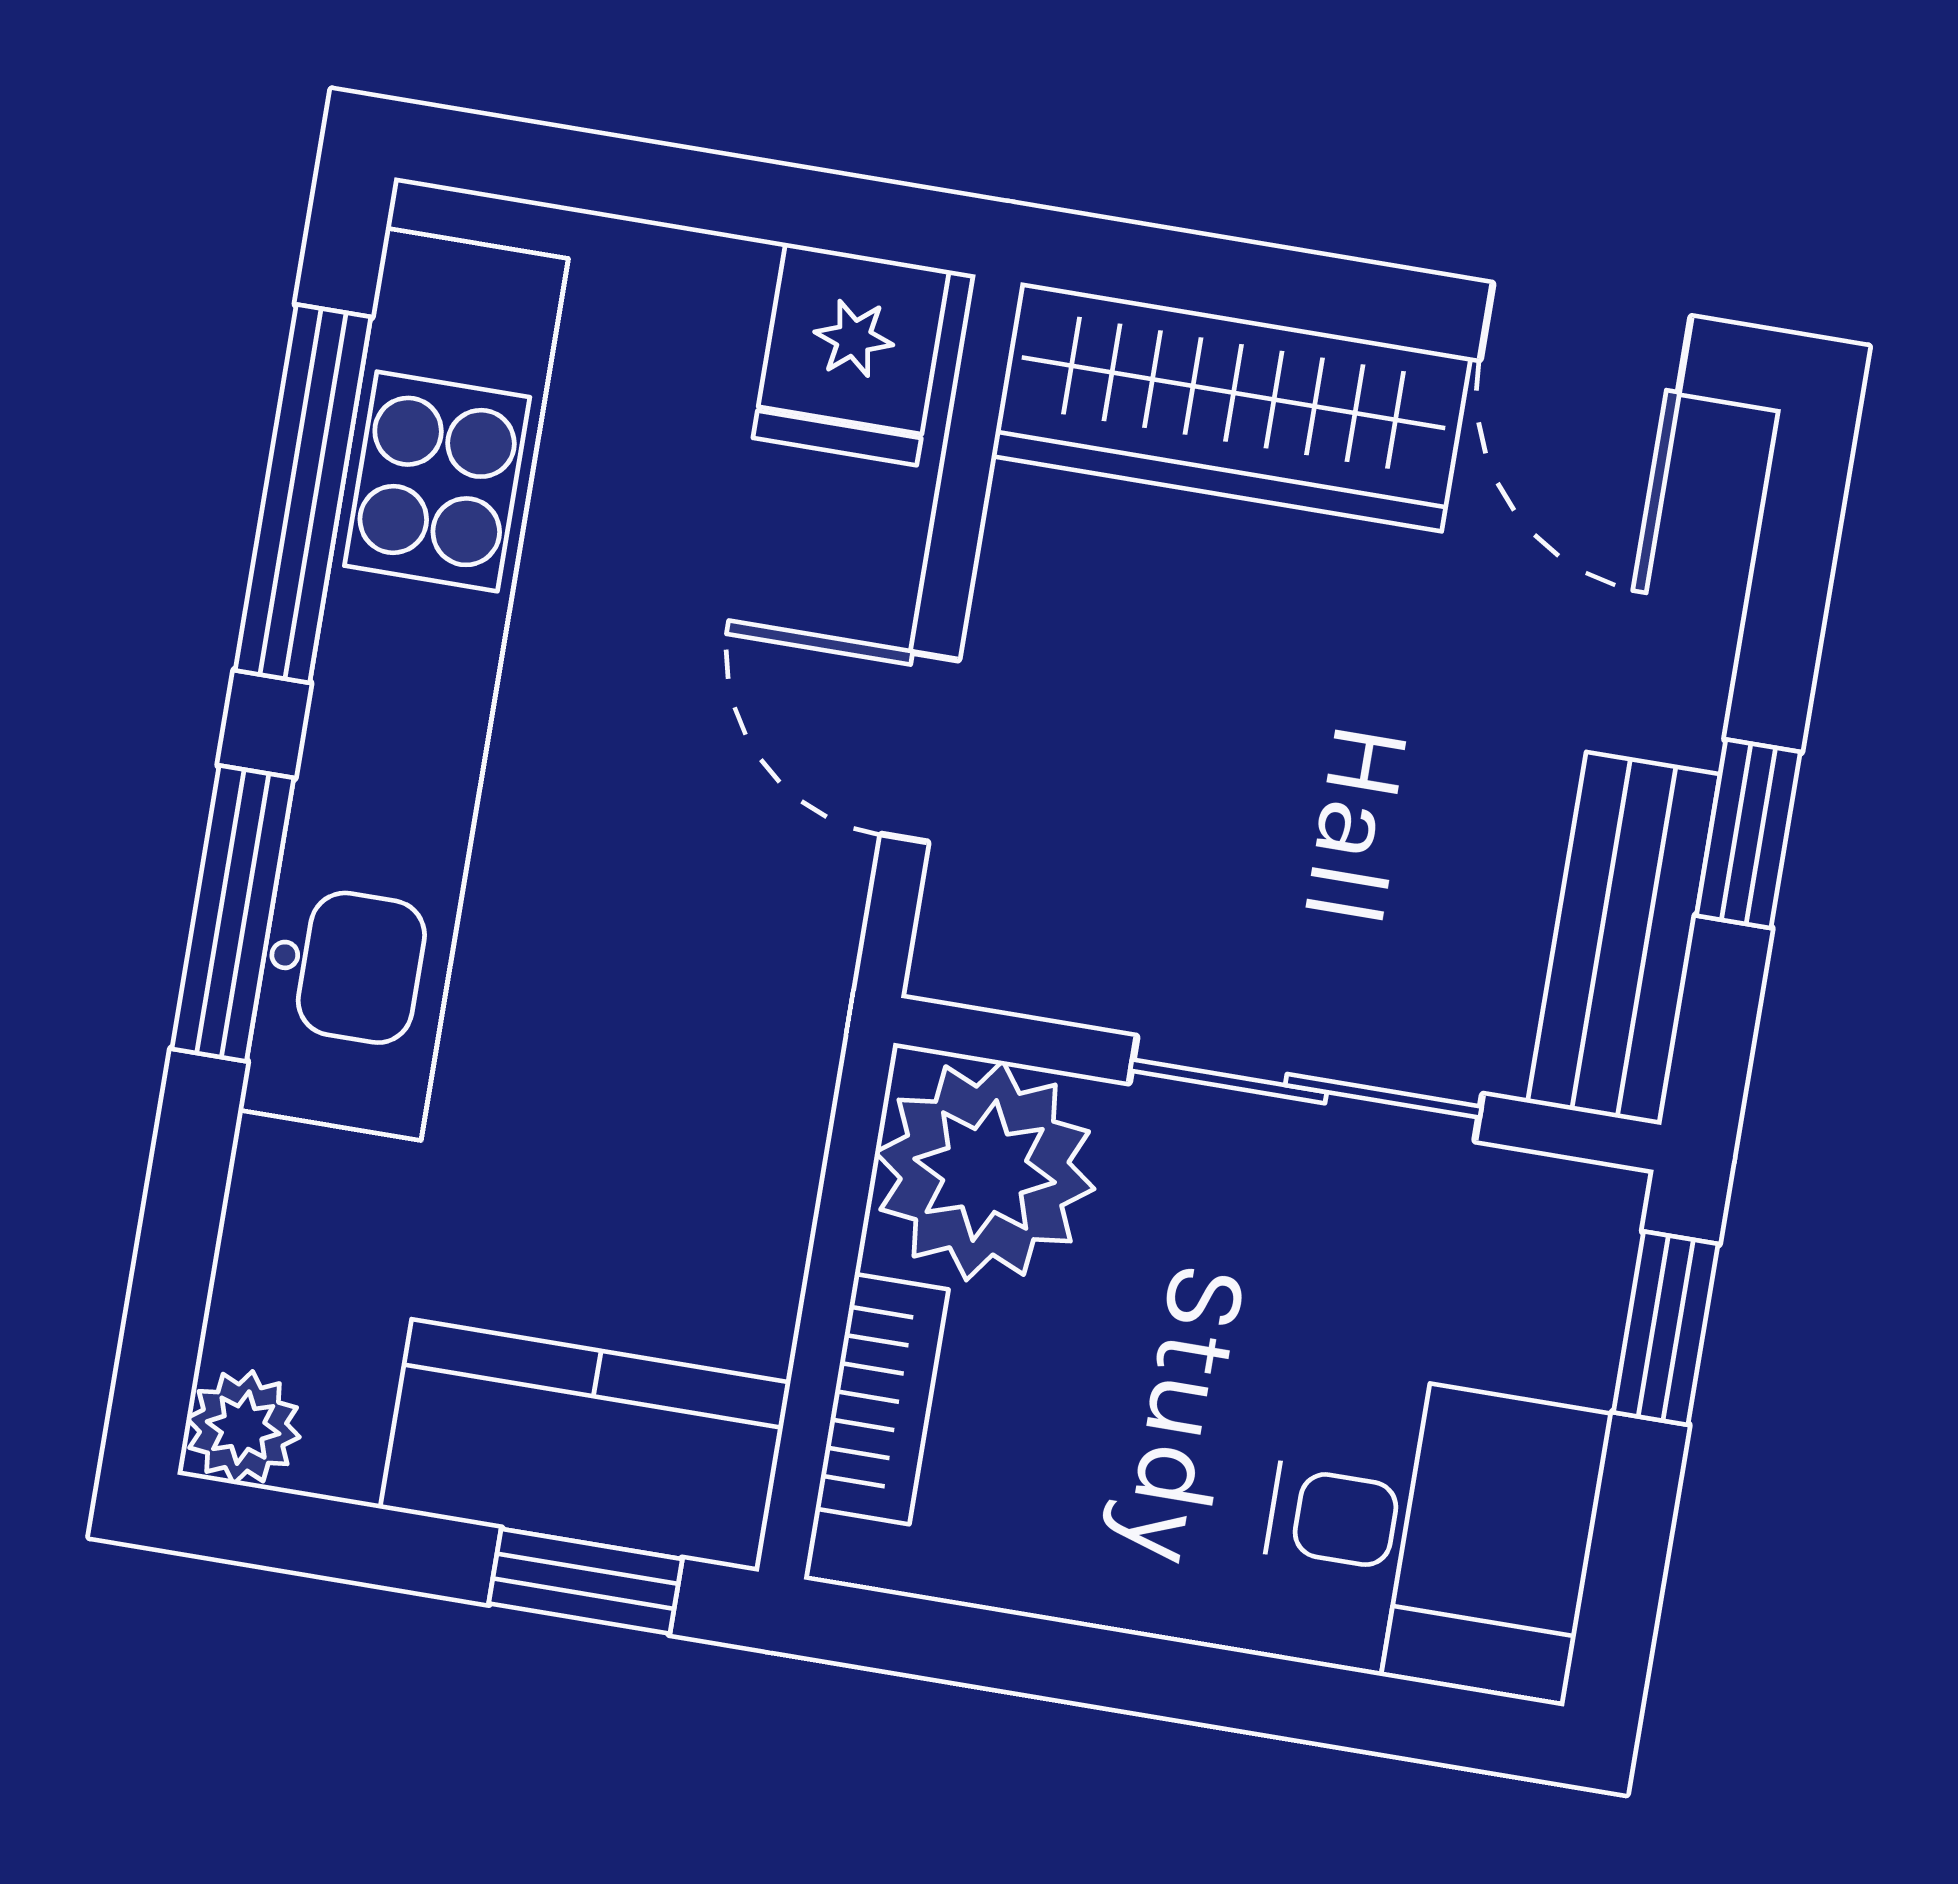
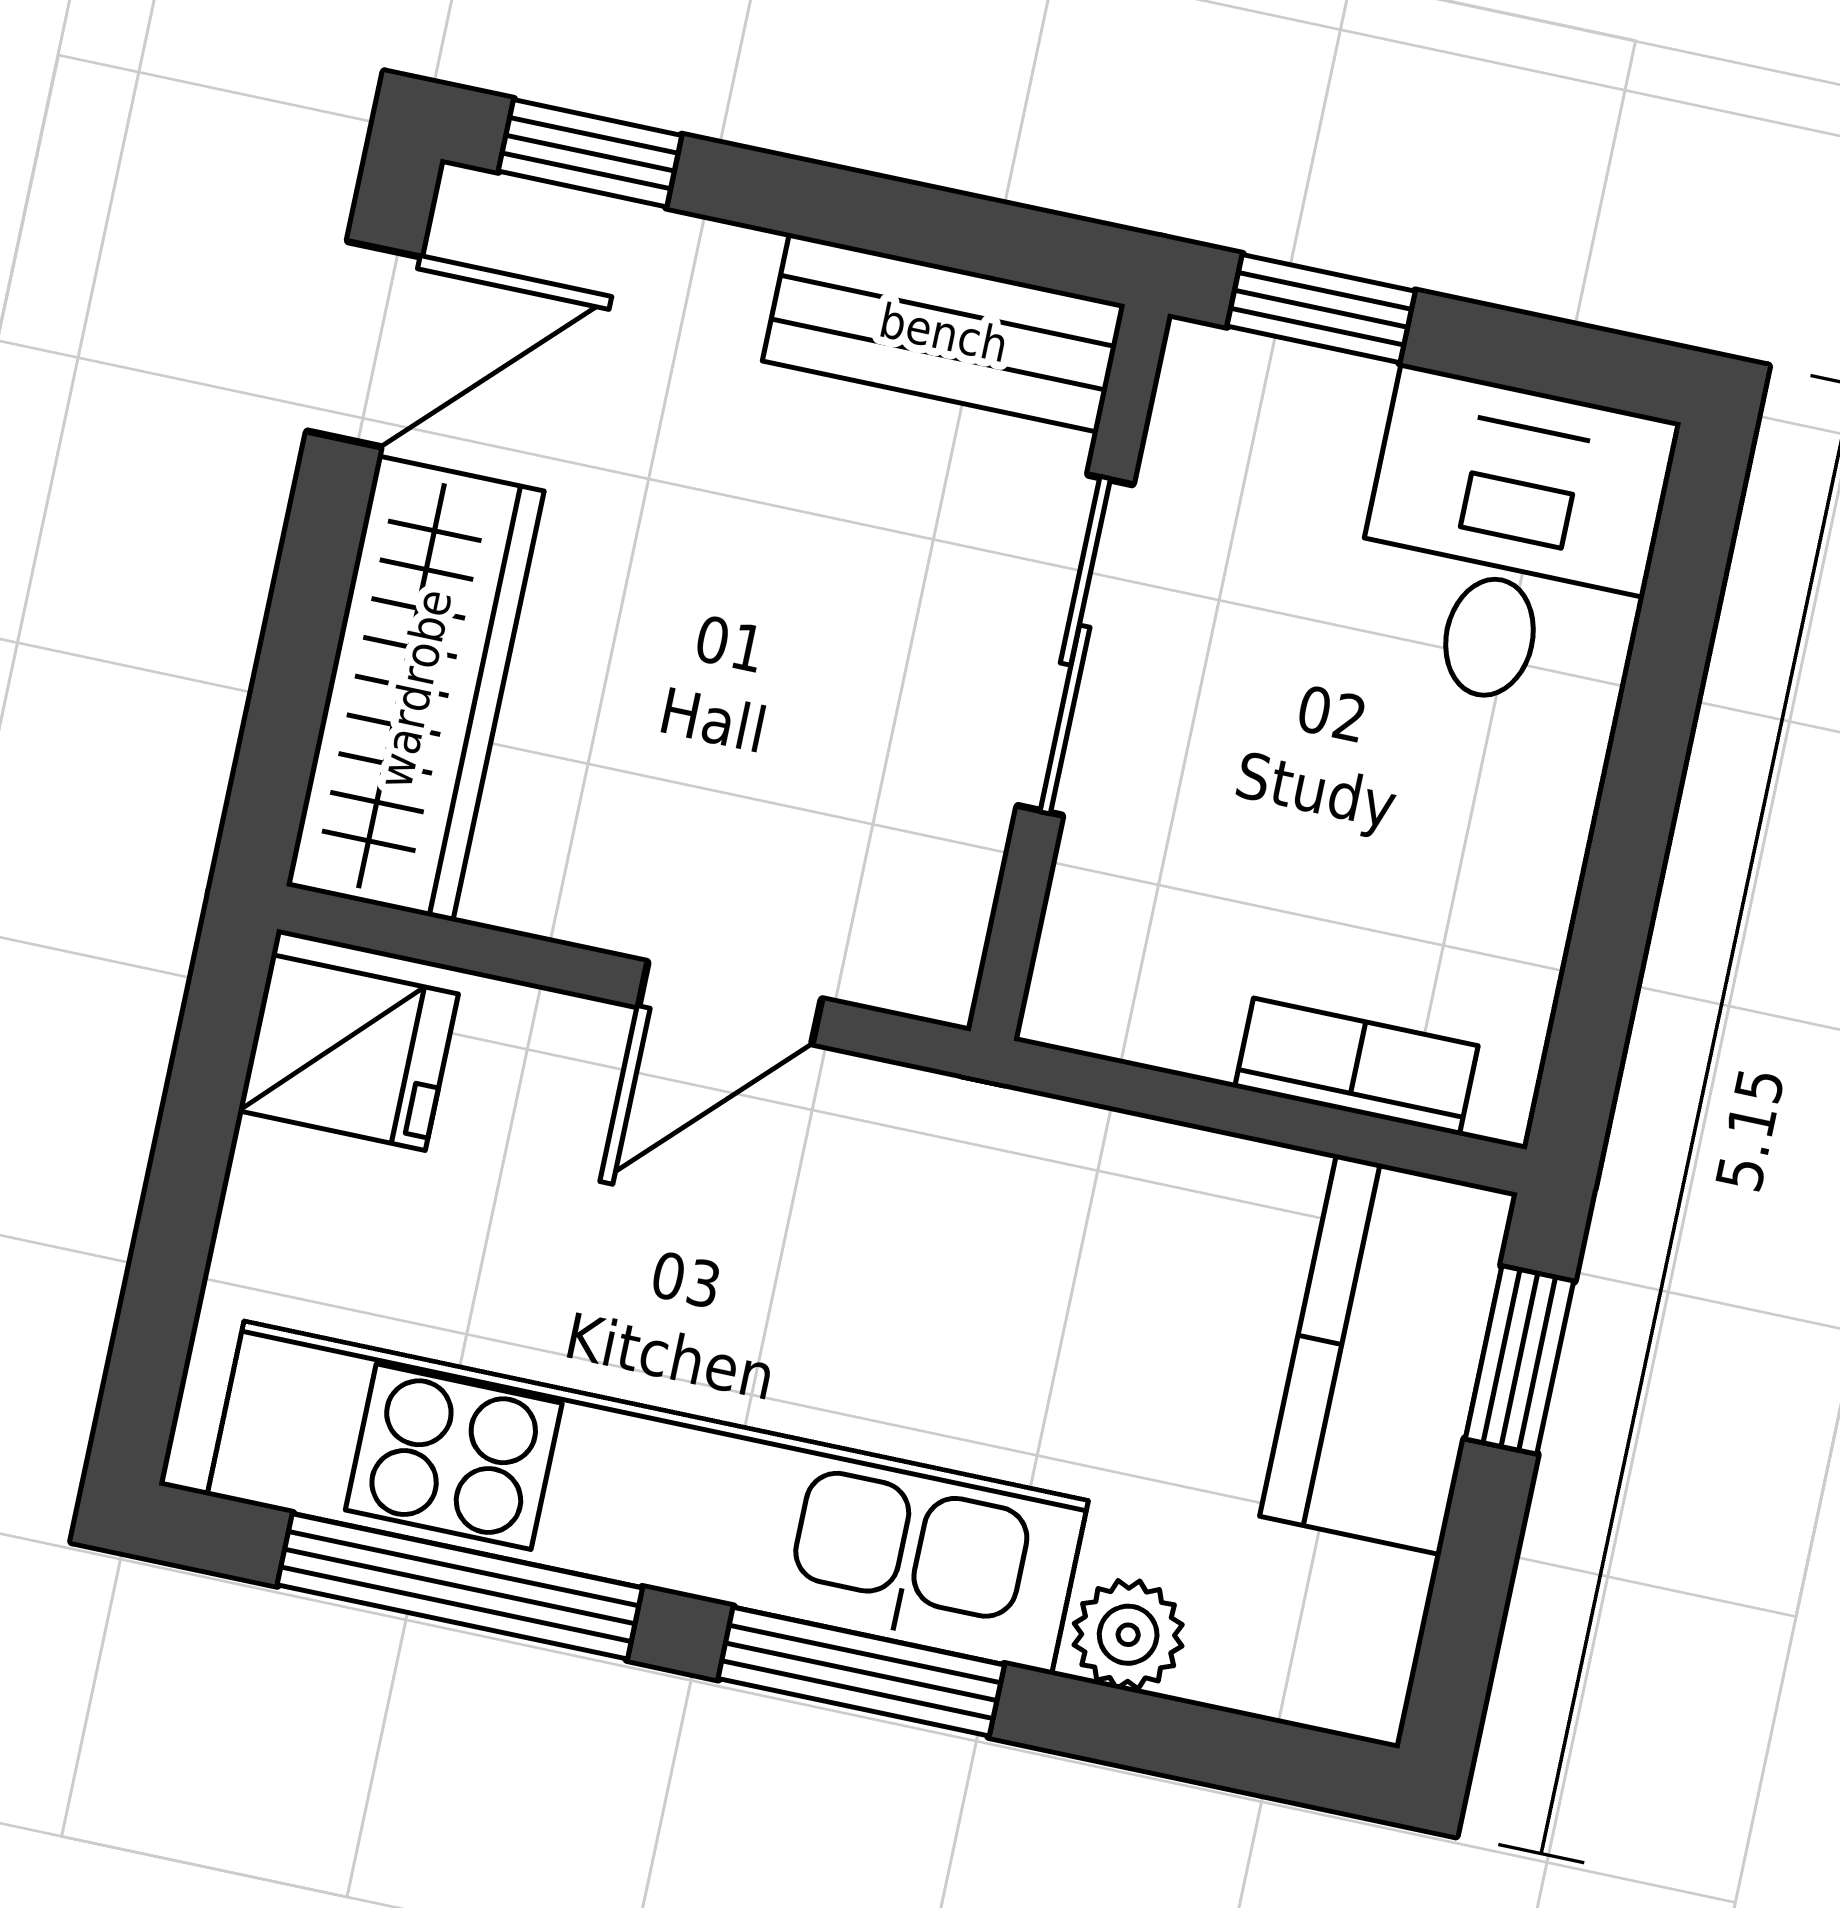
window: (1748, 834) -> (590, 153), moved
plant: (985, 1171) -> (1141, 958), removed
plant: (243, 1428) -> (1128, 1635), moved

